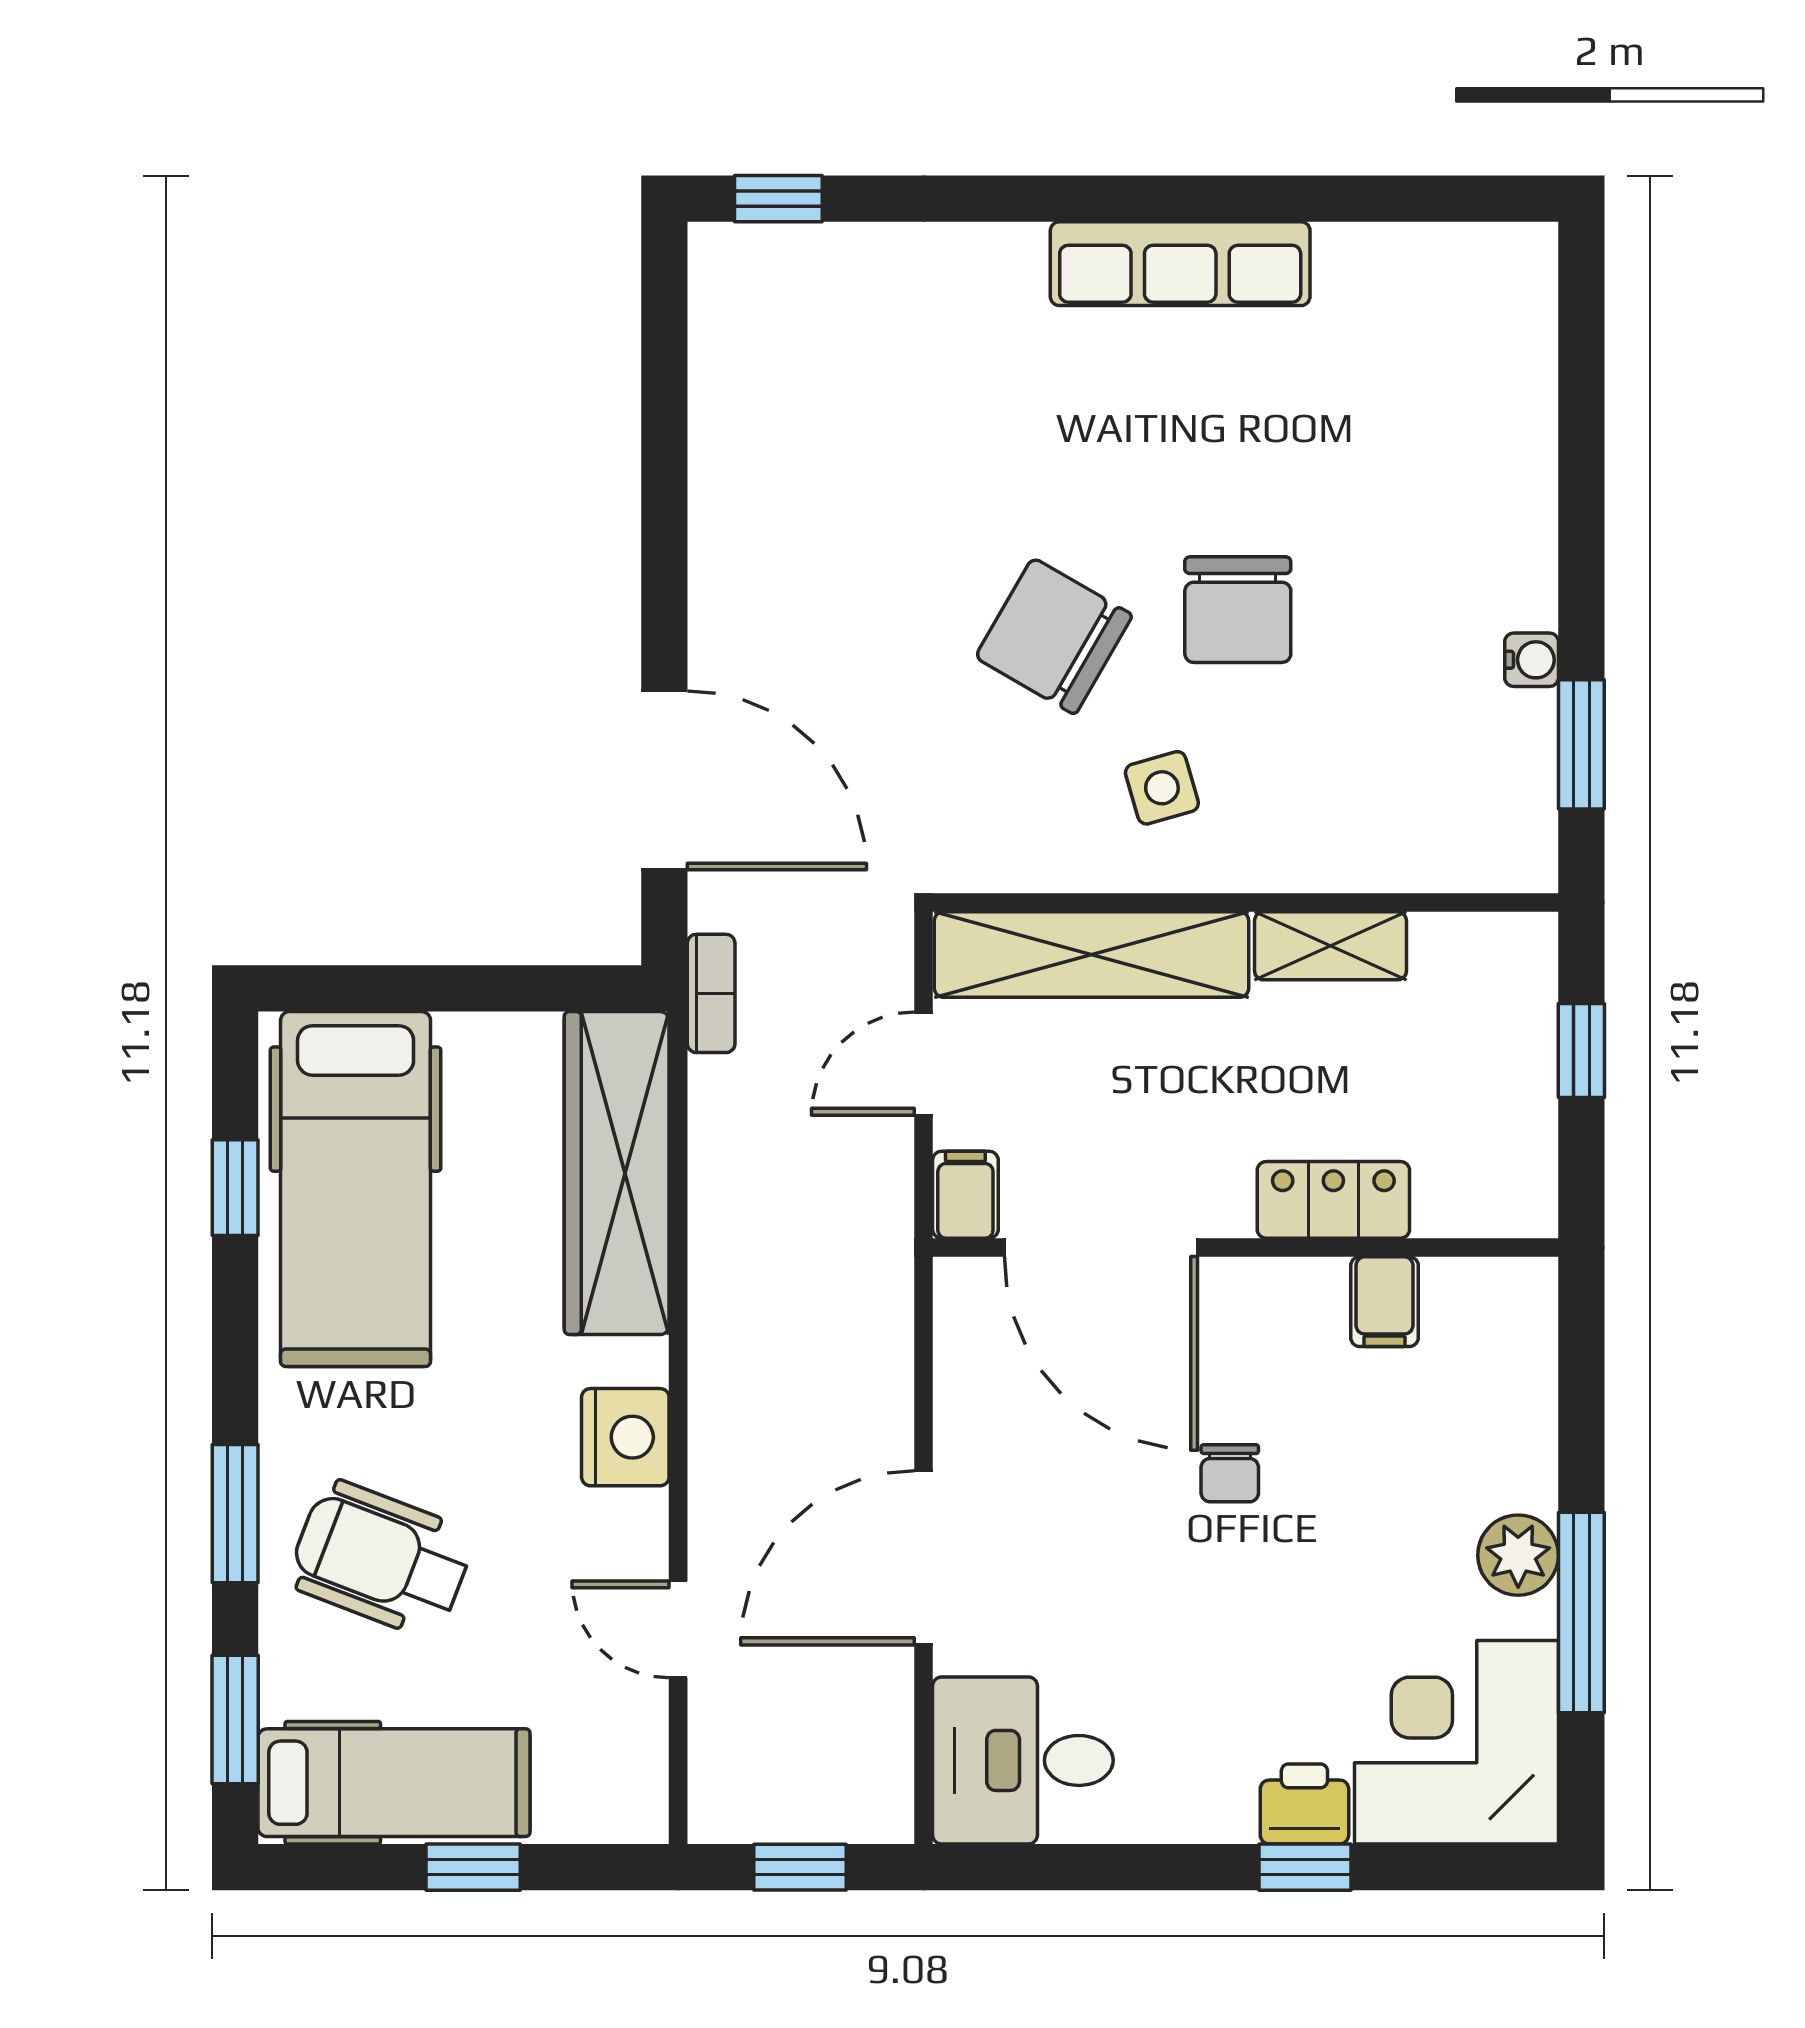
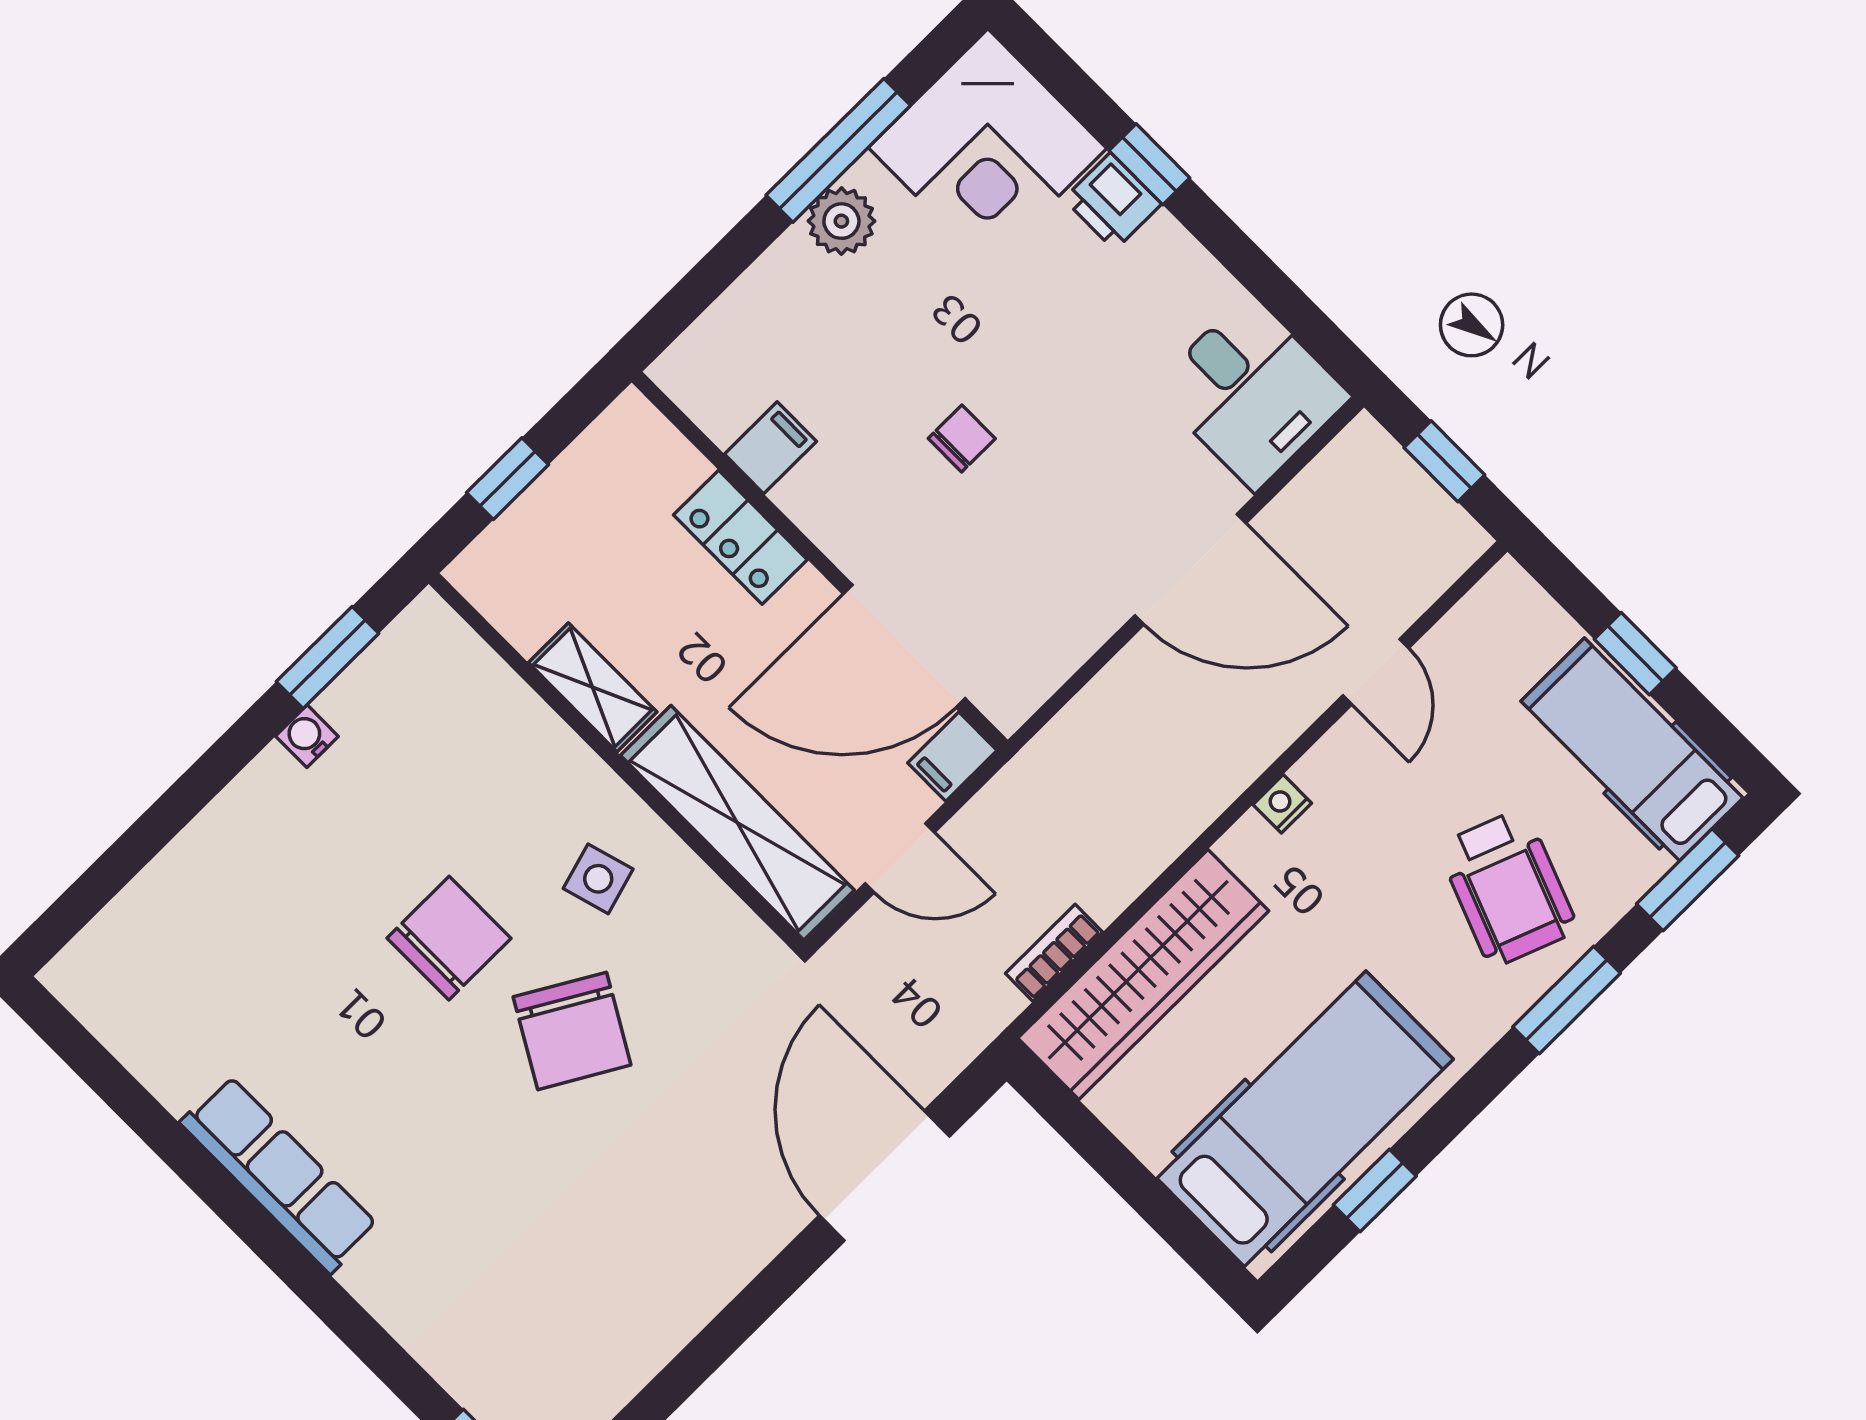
bookcase: (711, 993) -> (1054, 953), moved
door: (1101, 1248) -> (904, 646), swing flipped
nightstand: (625, 1437) -> (1282, 804), width x0.53, depth x0.56

